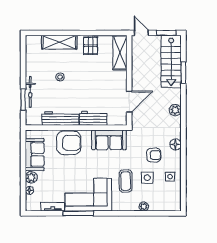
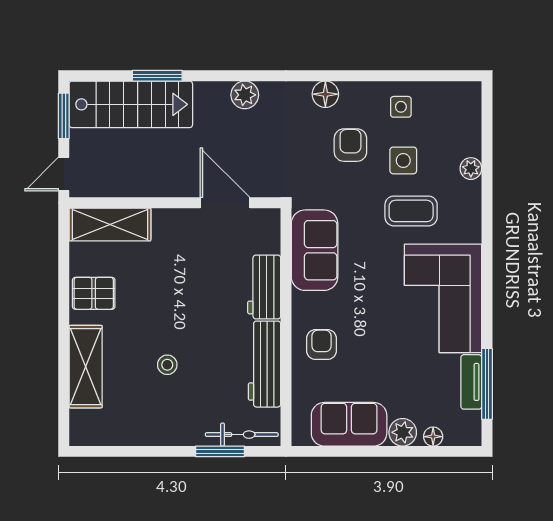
bicycle: (30, 92) -> (242, 435), moved
armchair: (69, 143) -> (321, 345), width x0.53, depth x0.53
window: (78, 213) -> (487, 384), moved

